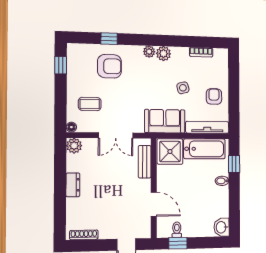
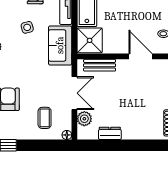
plant: (74, 146) -> (84, 119), moved
dresser: (73, 185) -> (110, 133), moved
door: (154, 204) -> (141, 56), hinge flipped

